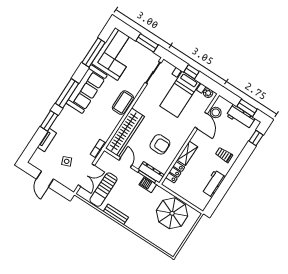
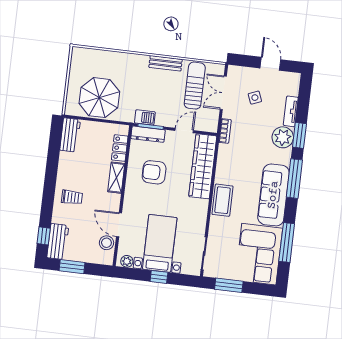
workbench: (241, 117) -> (58, 242), moved, turned 90
plant: (61, 125) -> (283, 137), added
door: (126, 163) -> (184, 130), swing flipped
workbench: (214, 184) -> (70, 135), moved

